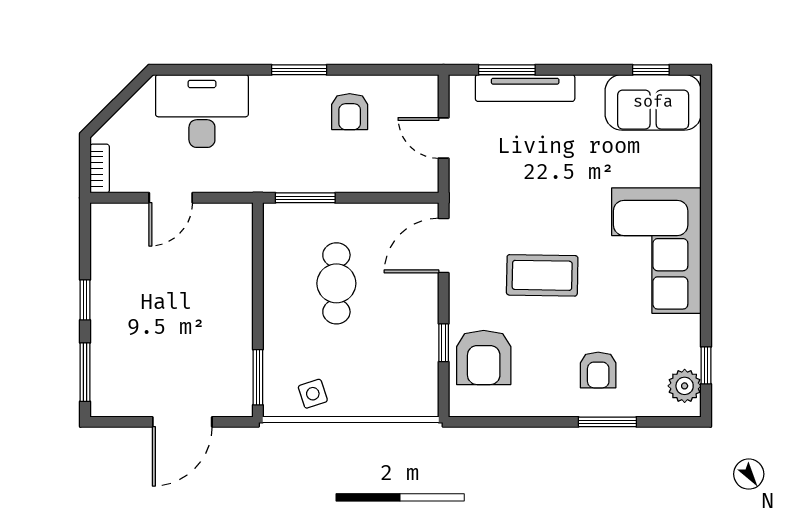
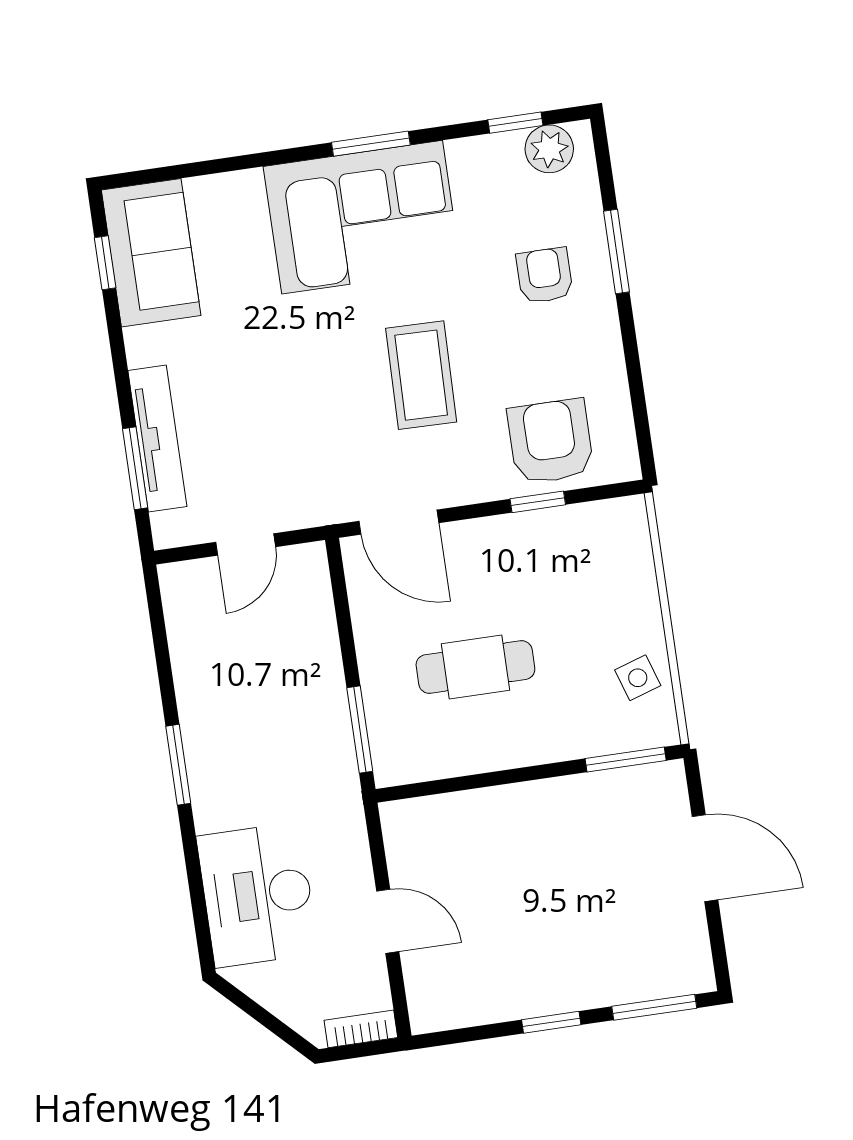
armchair: (350, 112) -> (228, 684), removed
window: (706, 264) -> (371, 144), added
armchair: (484, 357) -> (551, 441), turned -90
armchair: (598, 370) -> (544, 276), turned -90

